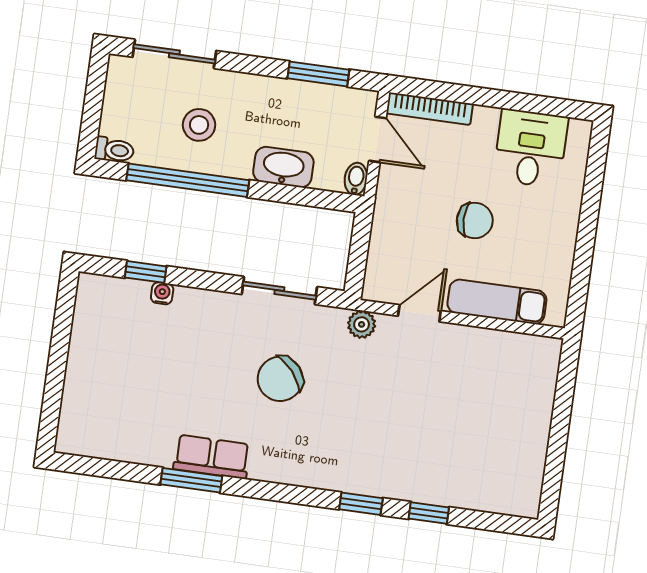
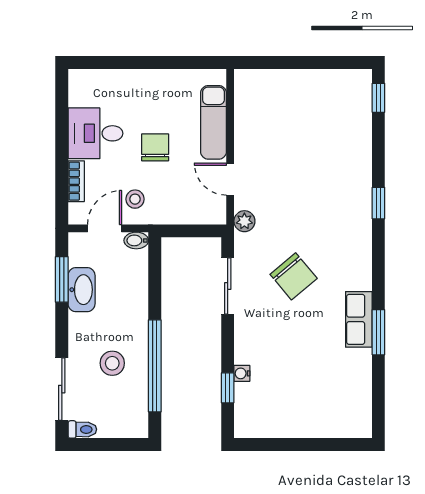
bookcase: (430, 109) -> (76, 181), width x0.64
desk: (531, 148) -> (95, 133), moved
toilet: (114, 150) -> (82, 429), moved, turned 90
washbasin: (283, 167) -> (82, 290), moved, turned 180
stool: (410, 185) -> (135, 199), added
window: (429, 513) -> (378, 98), moved

